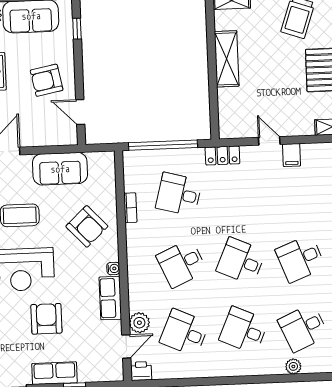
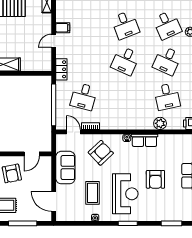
desk: (182, 263) -> (125, 97), removed
armchair: (46, 319) -> (155, 179), turned -90
desk: (184, 333) -> (167, 97), turned -36
door: (126, 346) -> (73, 132), moved

